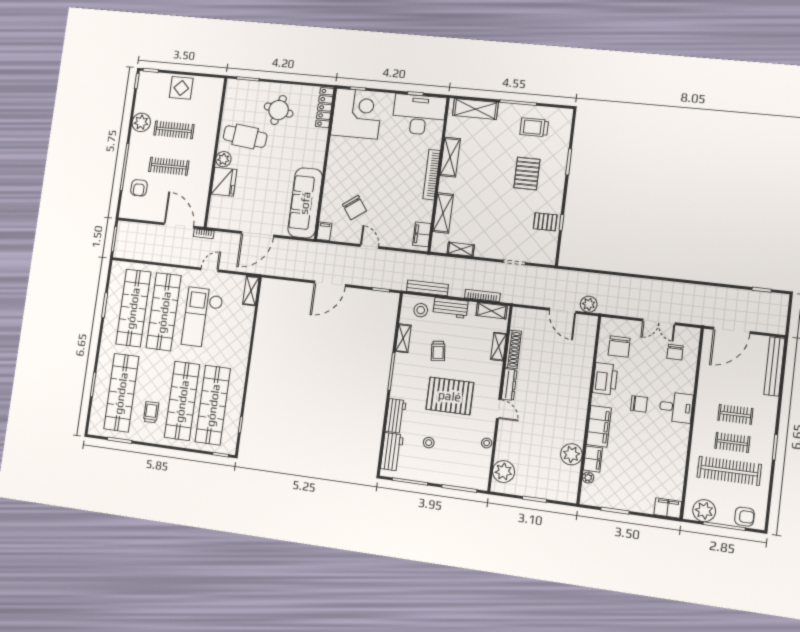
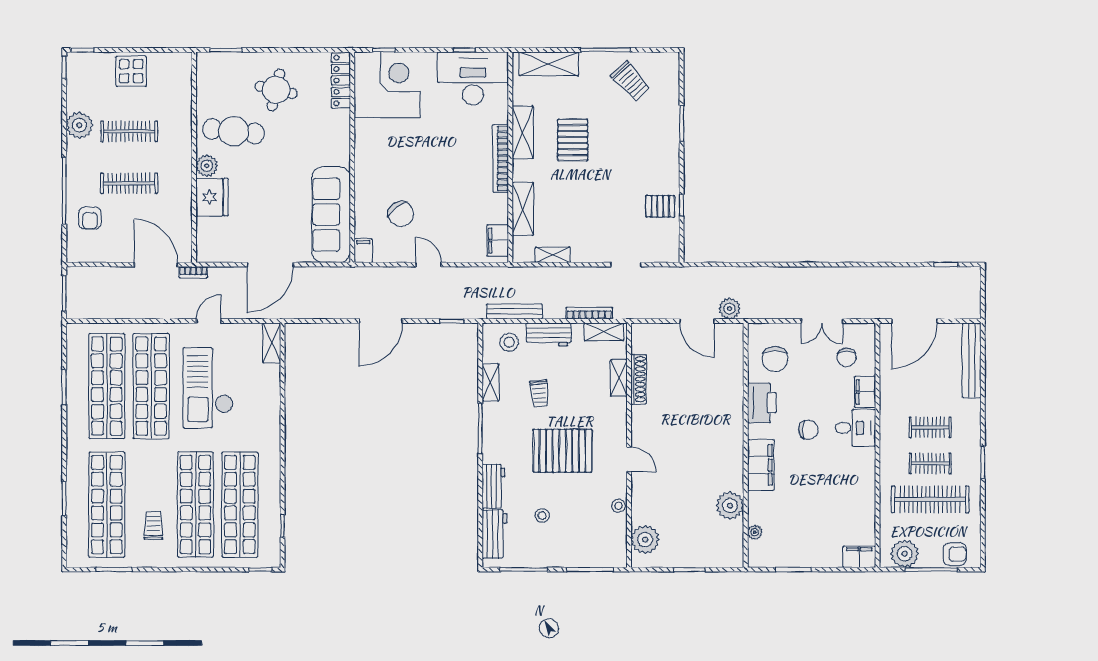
trolley: (534, 127) -> (631, 81), turned -133
pallet: (527, 173) -> (573, 140), moved
dresser: (509, 385) -> (639, 426), removed
filing cabinet: (593, 459) -> (865, 392), moved, turned 180

